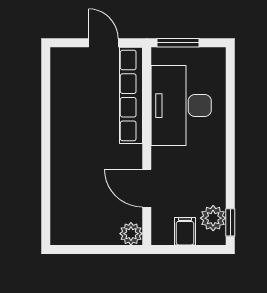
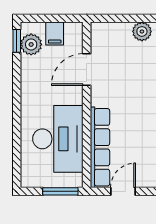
door: (103, 43) -> (123, 191), swing flipped
door: (147, 188) -> (87, 70), swing flipped
plant: (131, 234) -> (142, 31), moved

